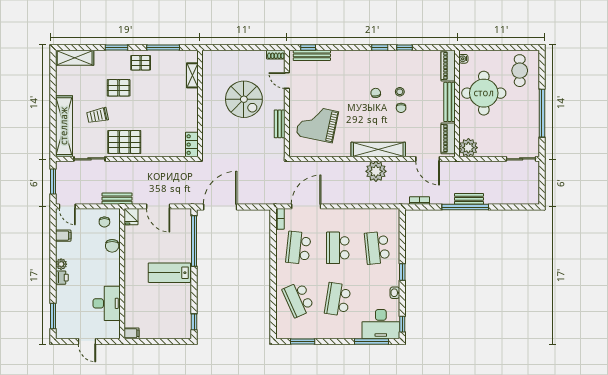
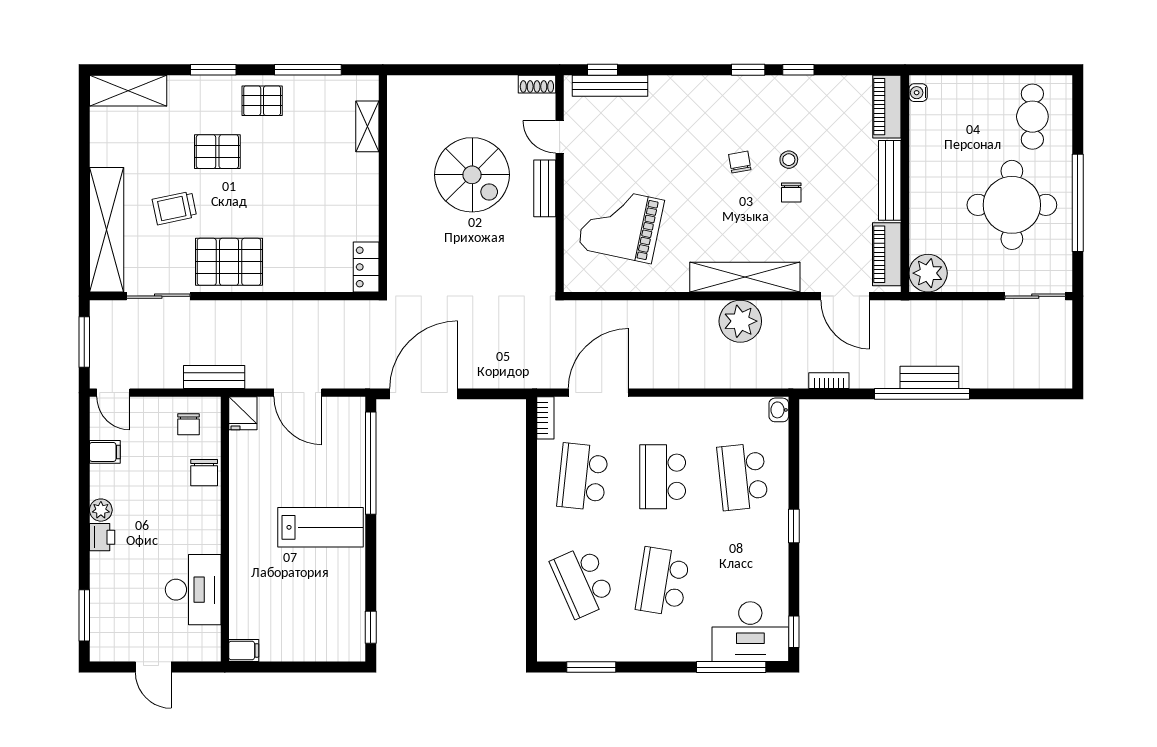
round table: (484, 93) -> (1012, 205), moved
bench: (280, 124) -> (545, 188), moved
lab bench: (169, 273) -> (321, 527), turned 180
washbasin: (395, 293) -> (779, 410), moved

